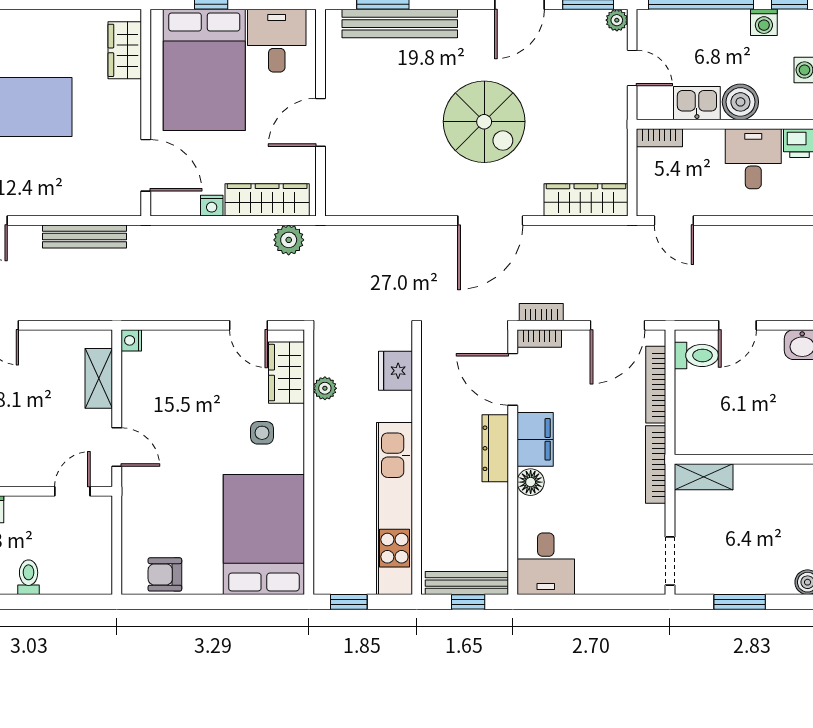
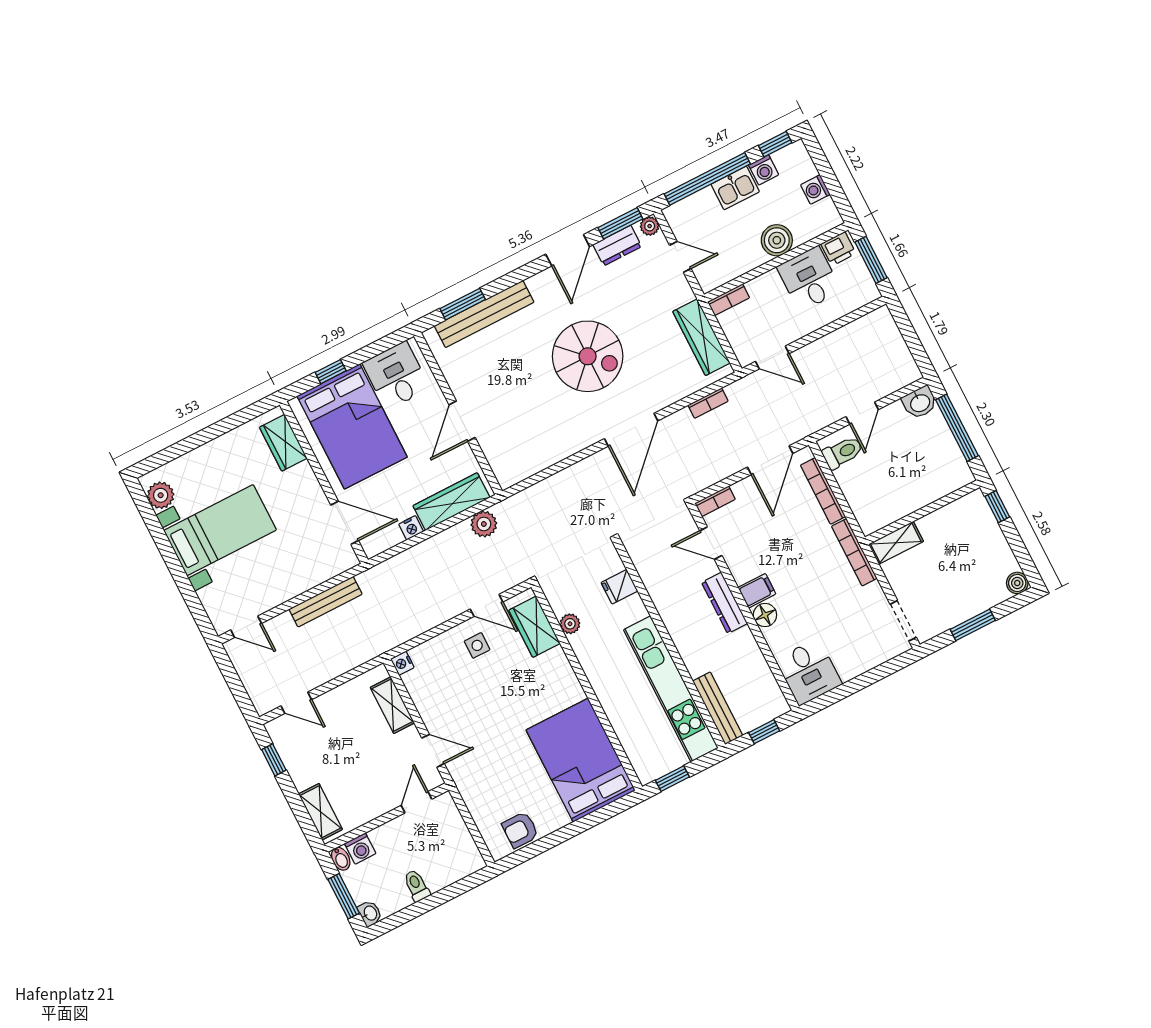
dresser: (573, 23) -> (617, 246), added
kitchen sink: (697, 103) -> (735, 188), moved, turned 180
wardrobe: (586, 200) -> (701, 337), moved, turned -90
bookcase: (541, 312) -> (708, 403), moved, turned 180
fridge: (395, 371) -> (619, 587), width x0.72
door: (513, 379) -> (711, 543), width x0.73
side table: (262, 433) -> (477, 645), moved
filing cabinet: (535, 439) -> (757, 591), width x0.50
bench: (467, 583) -> (718, 708), moved, turned 90

